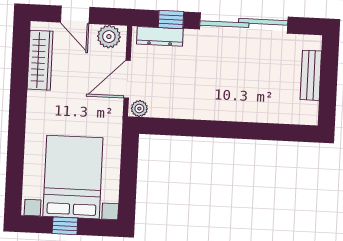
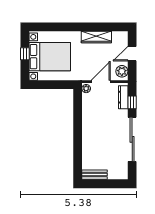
wardrobe: (40, 60) -> (96, 37), moved
bench: (311, 75) -> (95, 175), moved
door: (127, 79) -> (101, 82), hinge flipped

